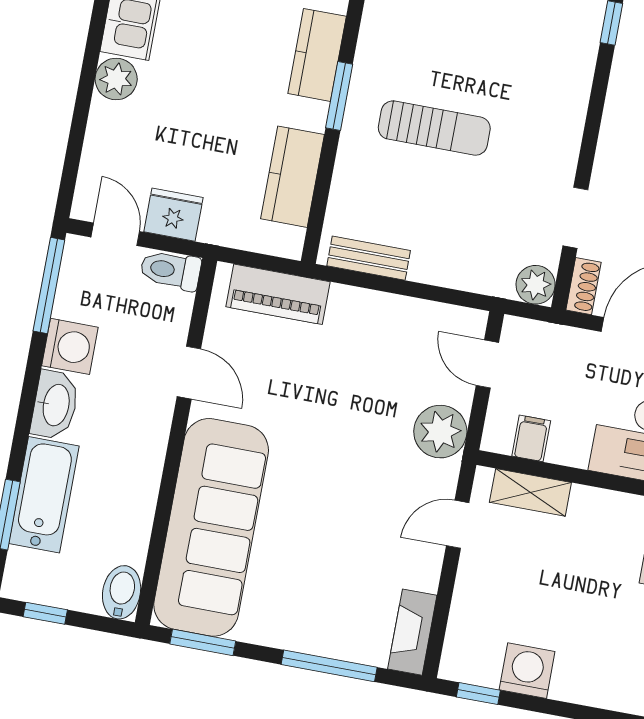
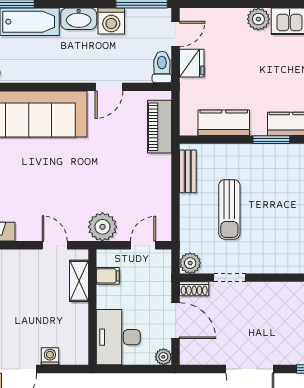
sun lounger: (434, 128) -> (229, 209), moved

